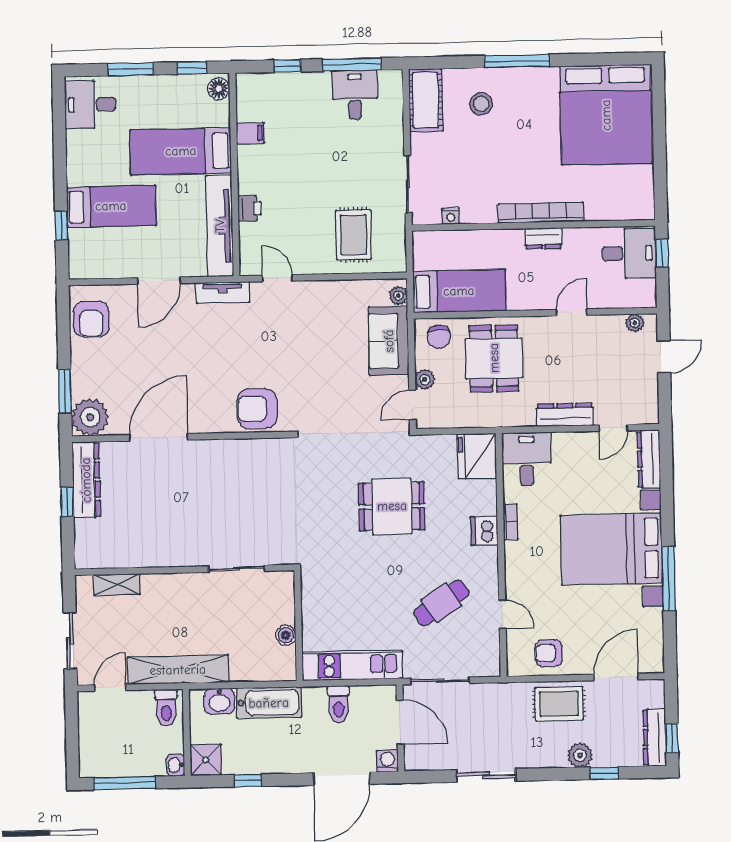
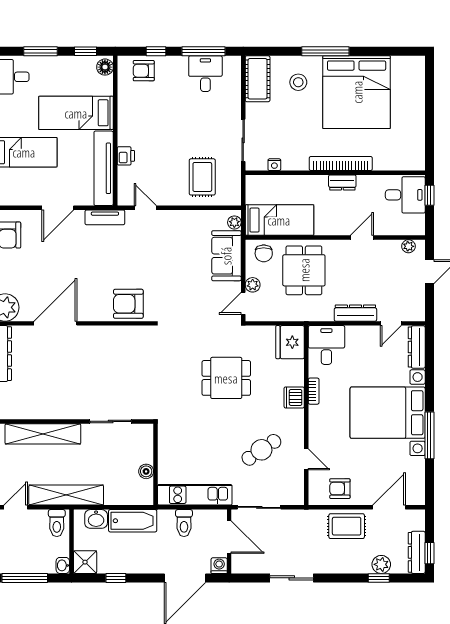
armchair: (271, 92) -> (144, 71), added
bed: (606, 115) -> (357, 92), moved
filing cabinet: (250, 133) -> (128, 100), removed
shelving: (117, 585) -> (43, 434), width x2.20, depth x1.33
plant: (580, 755) -> (381, 564), moved

